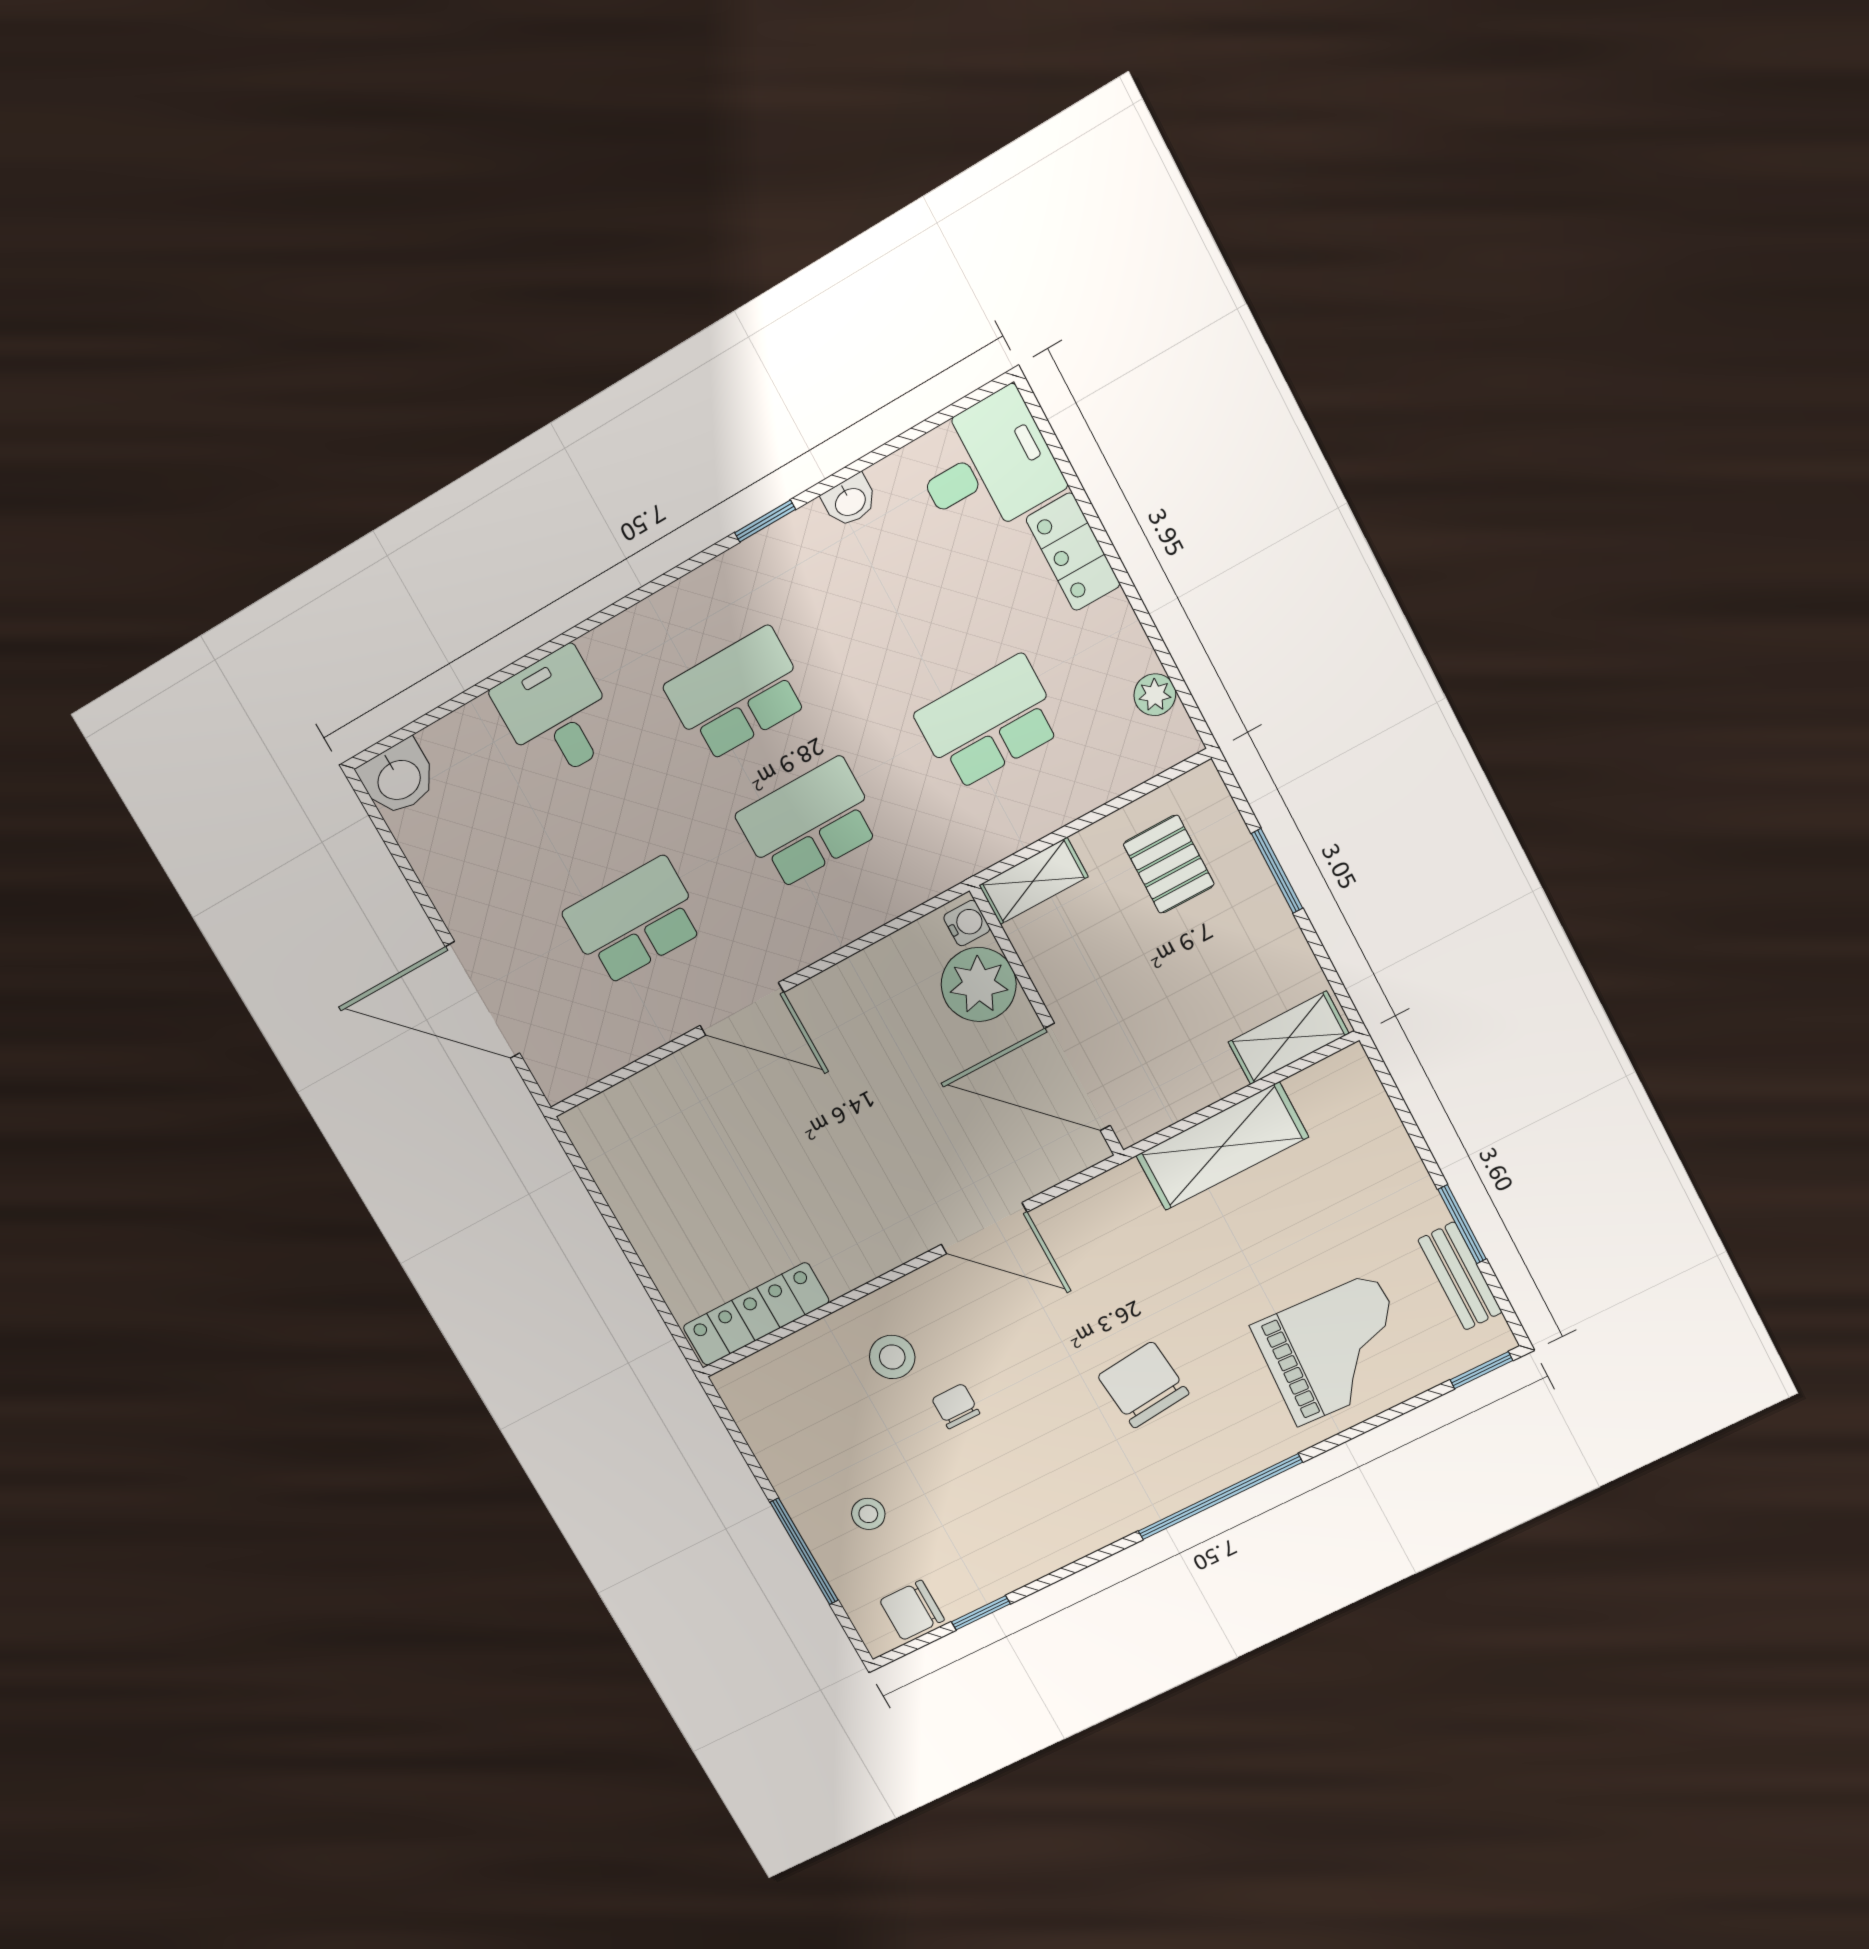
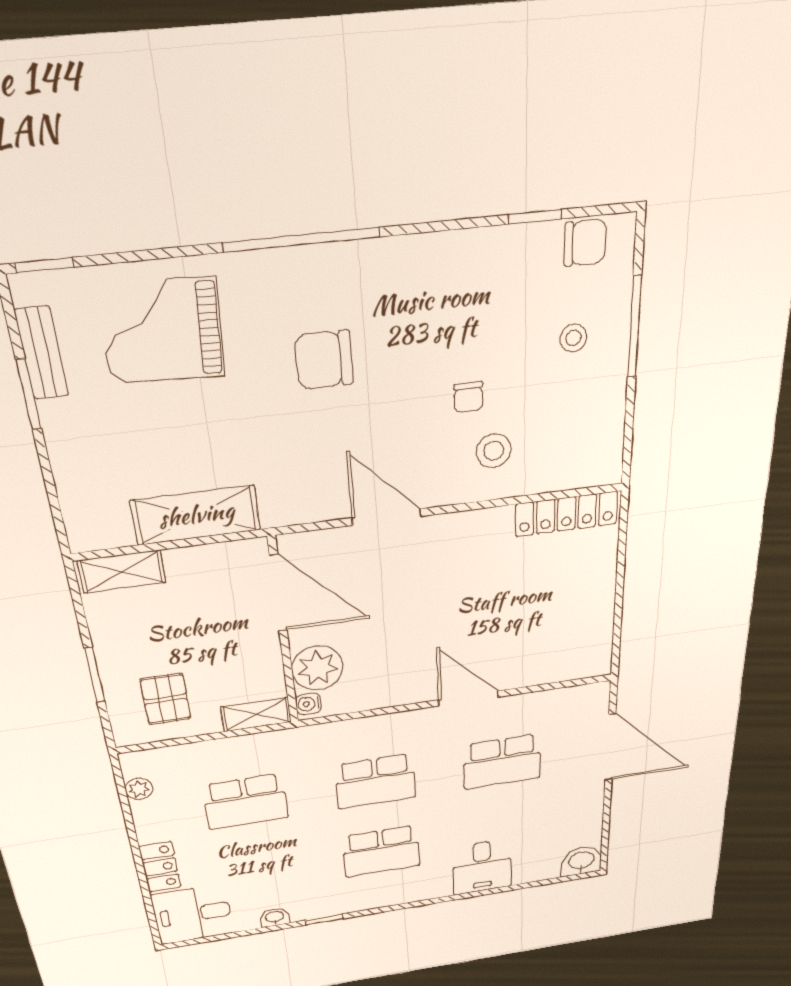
chair: (1143, 1385) -> (324, 360), turned 96

